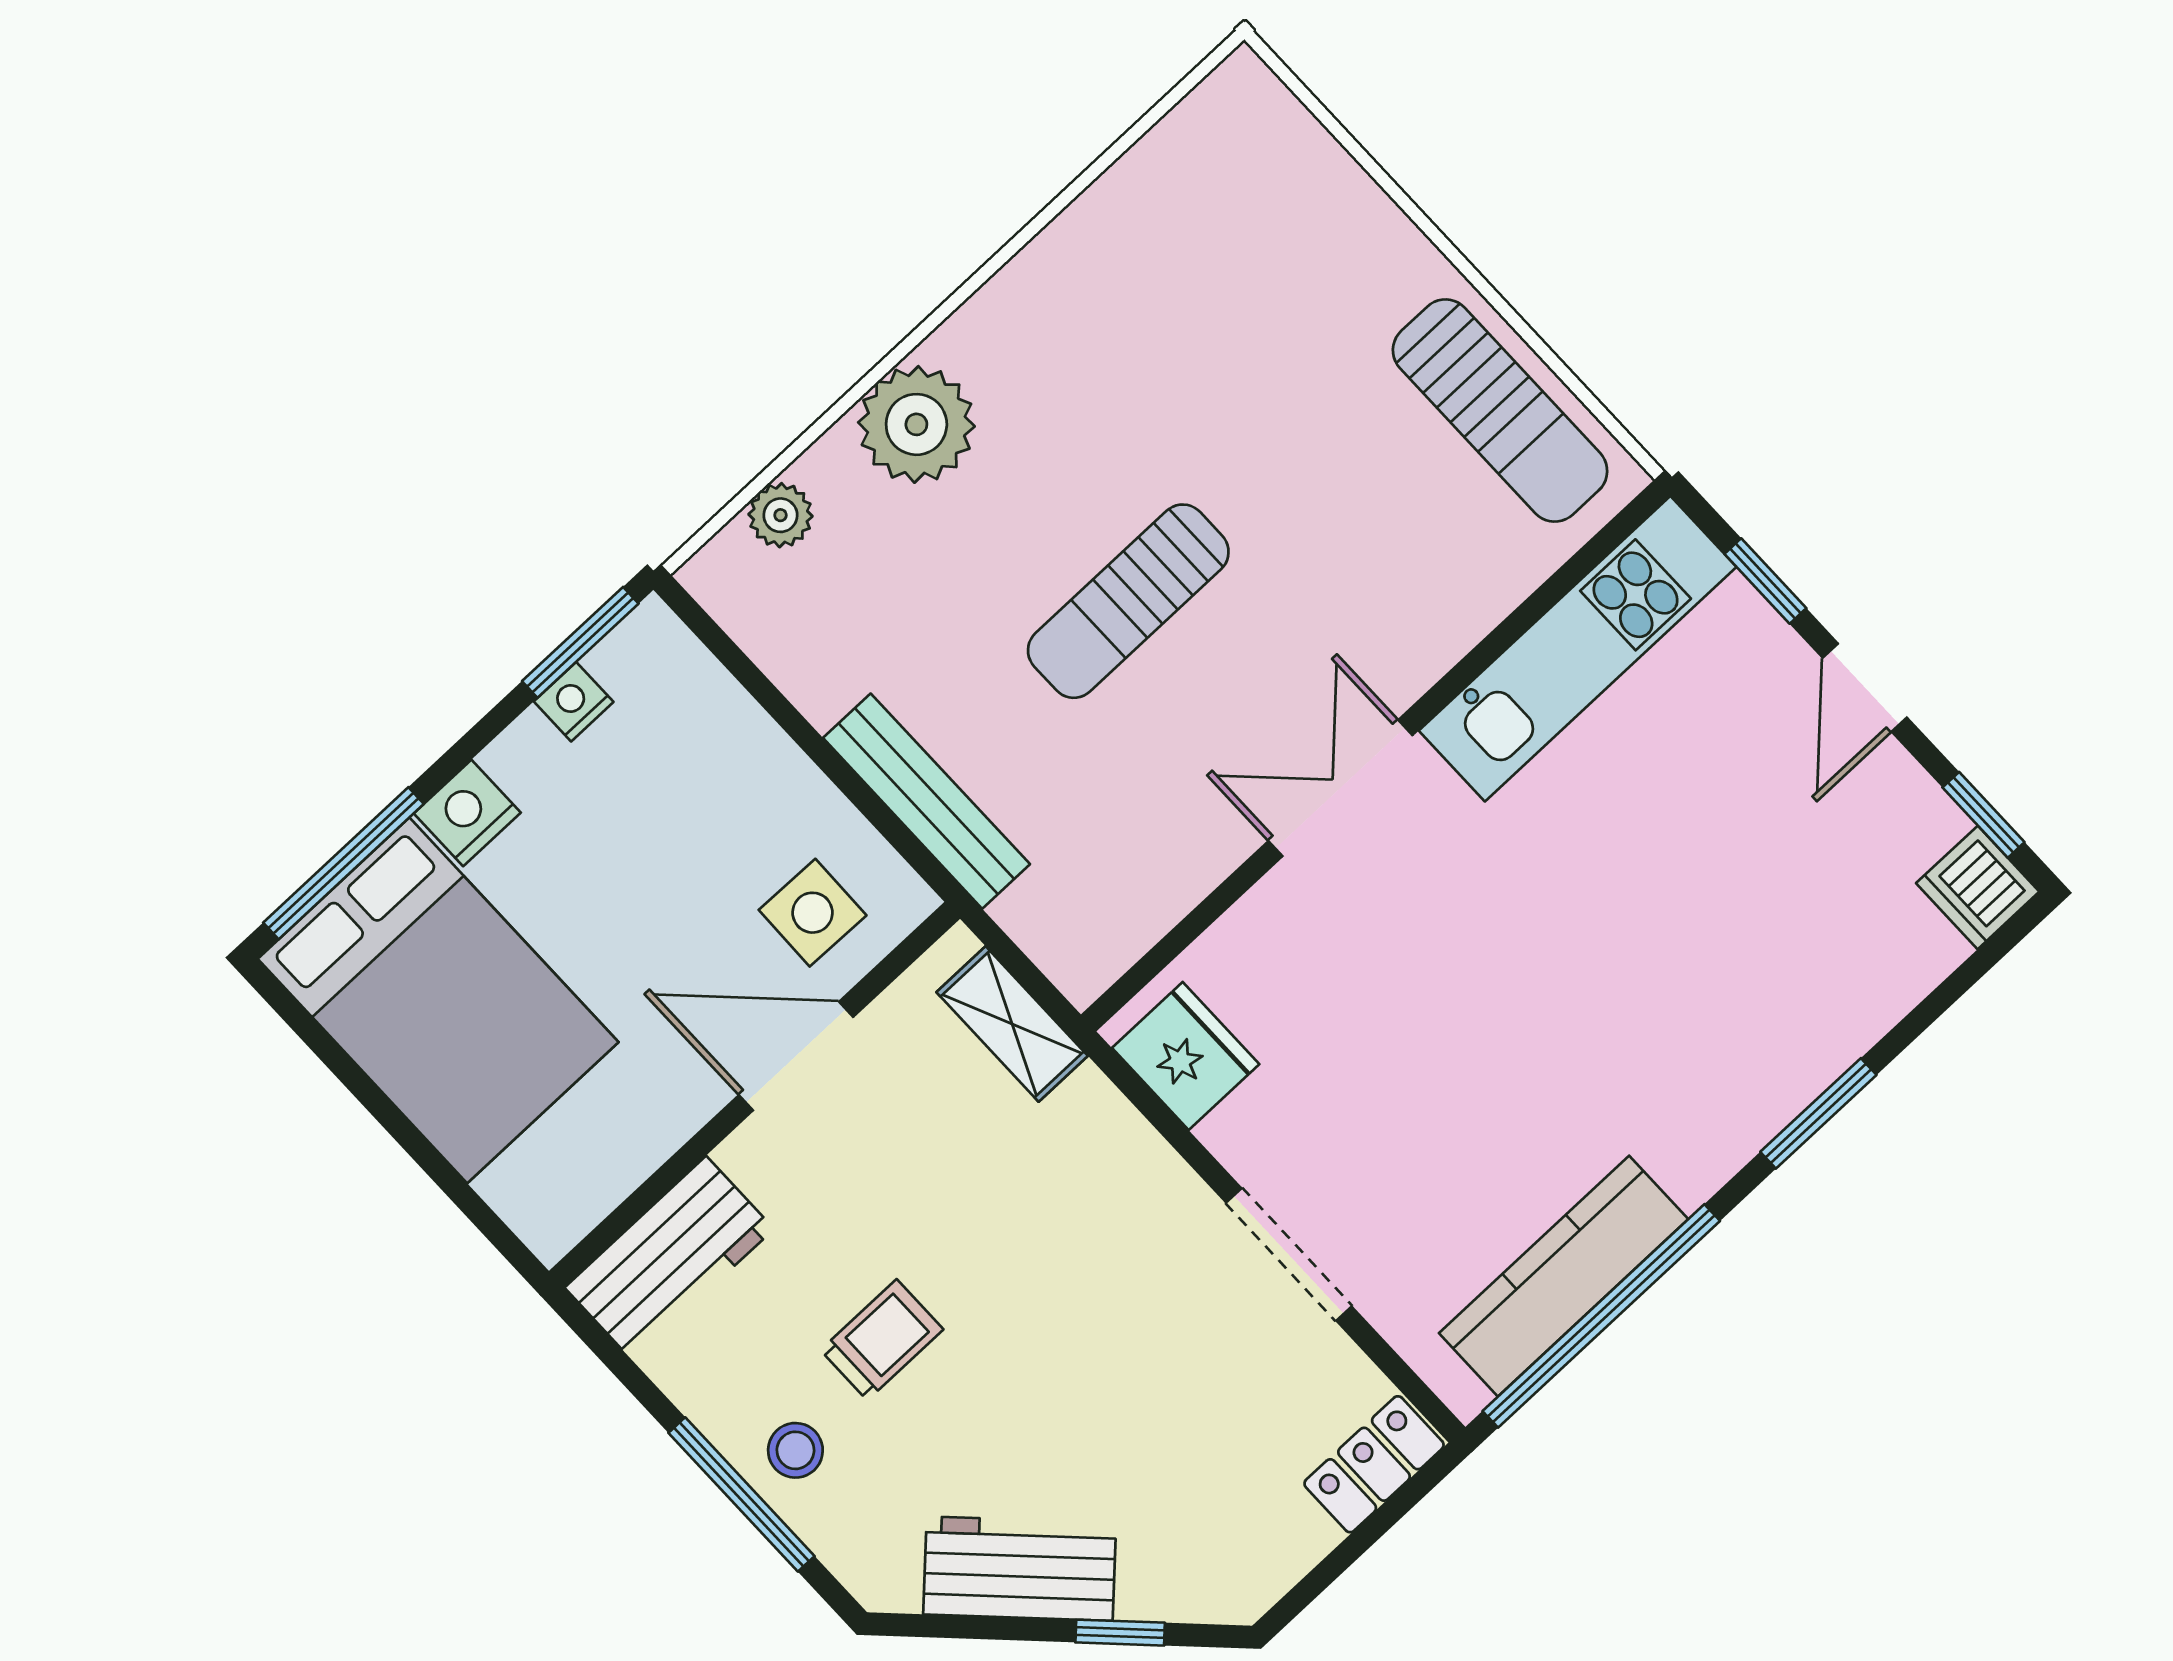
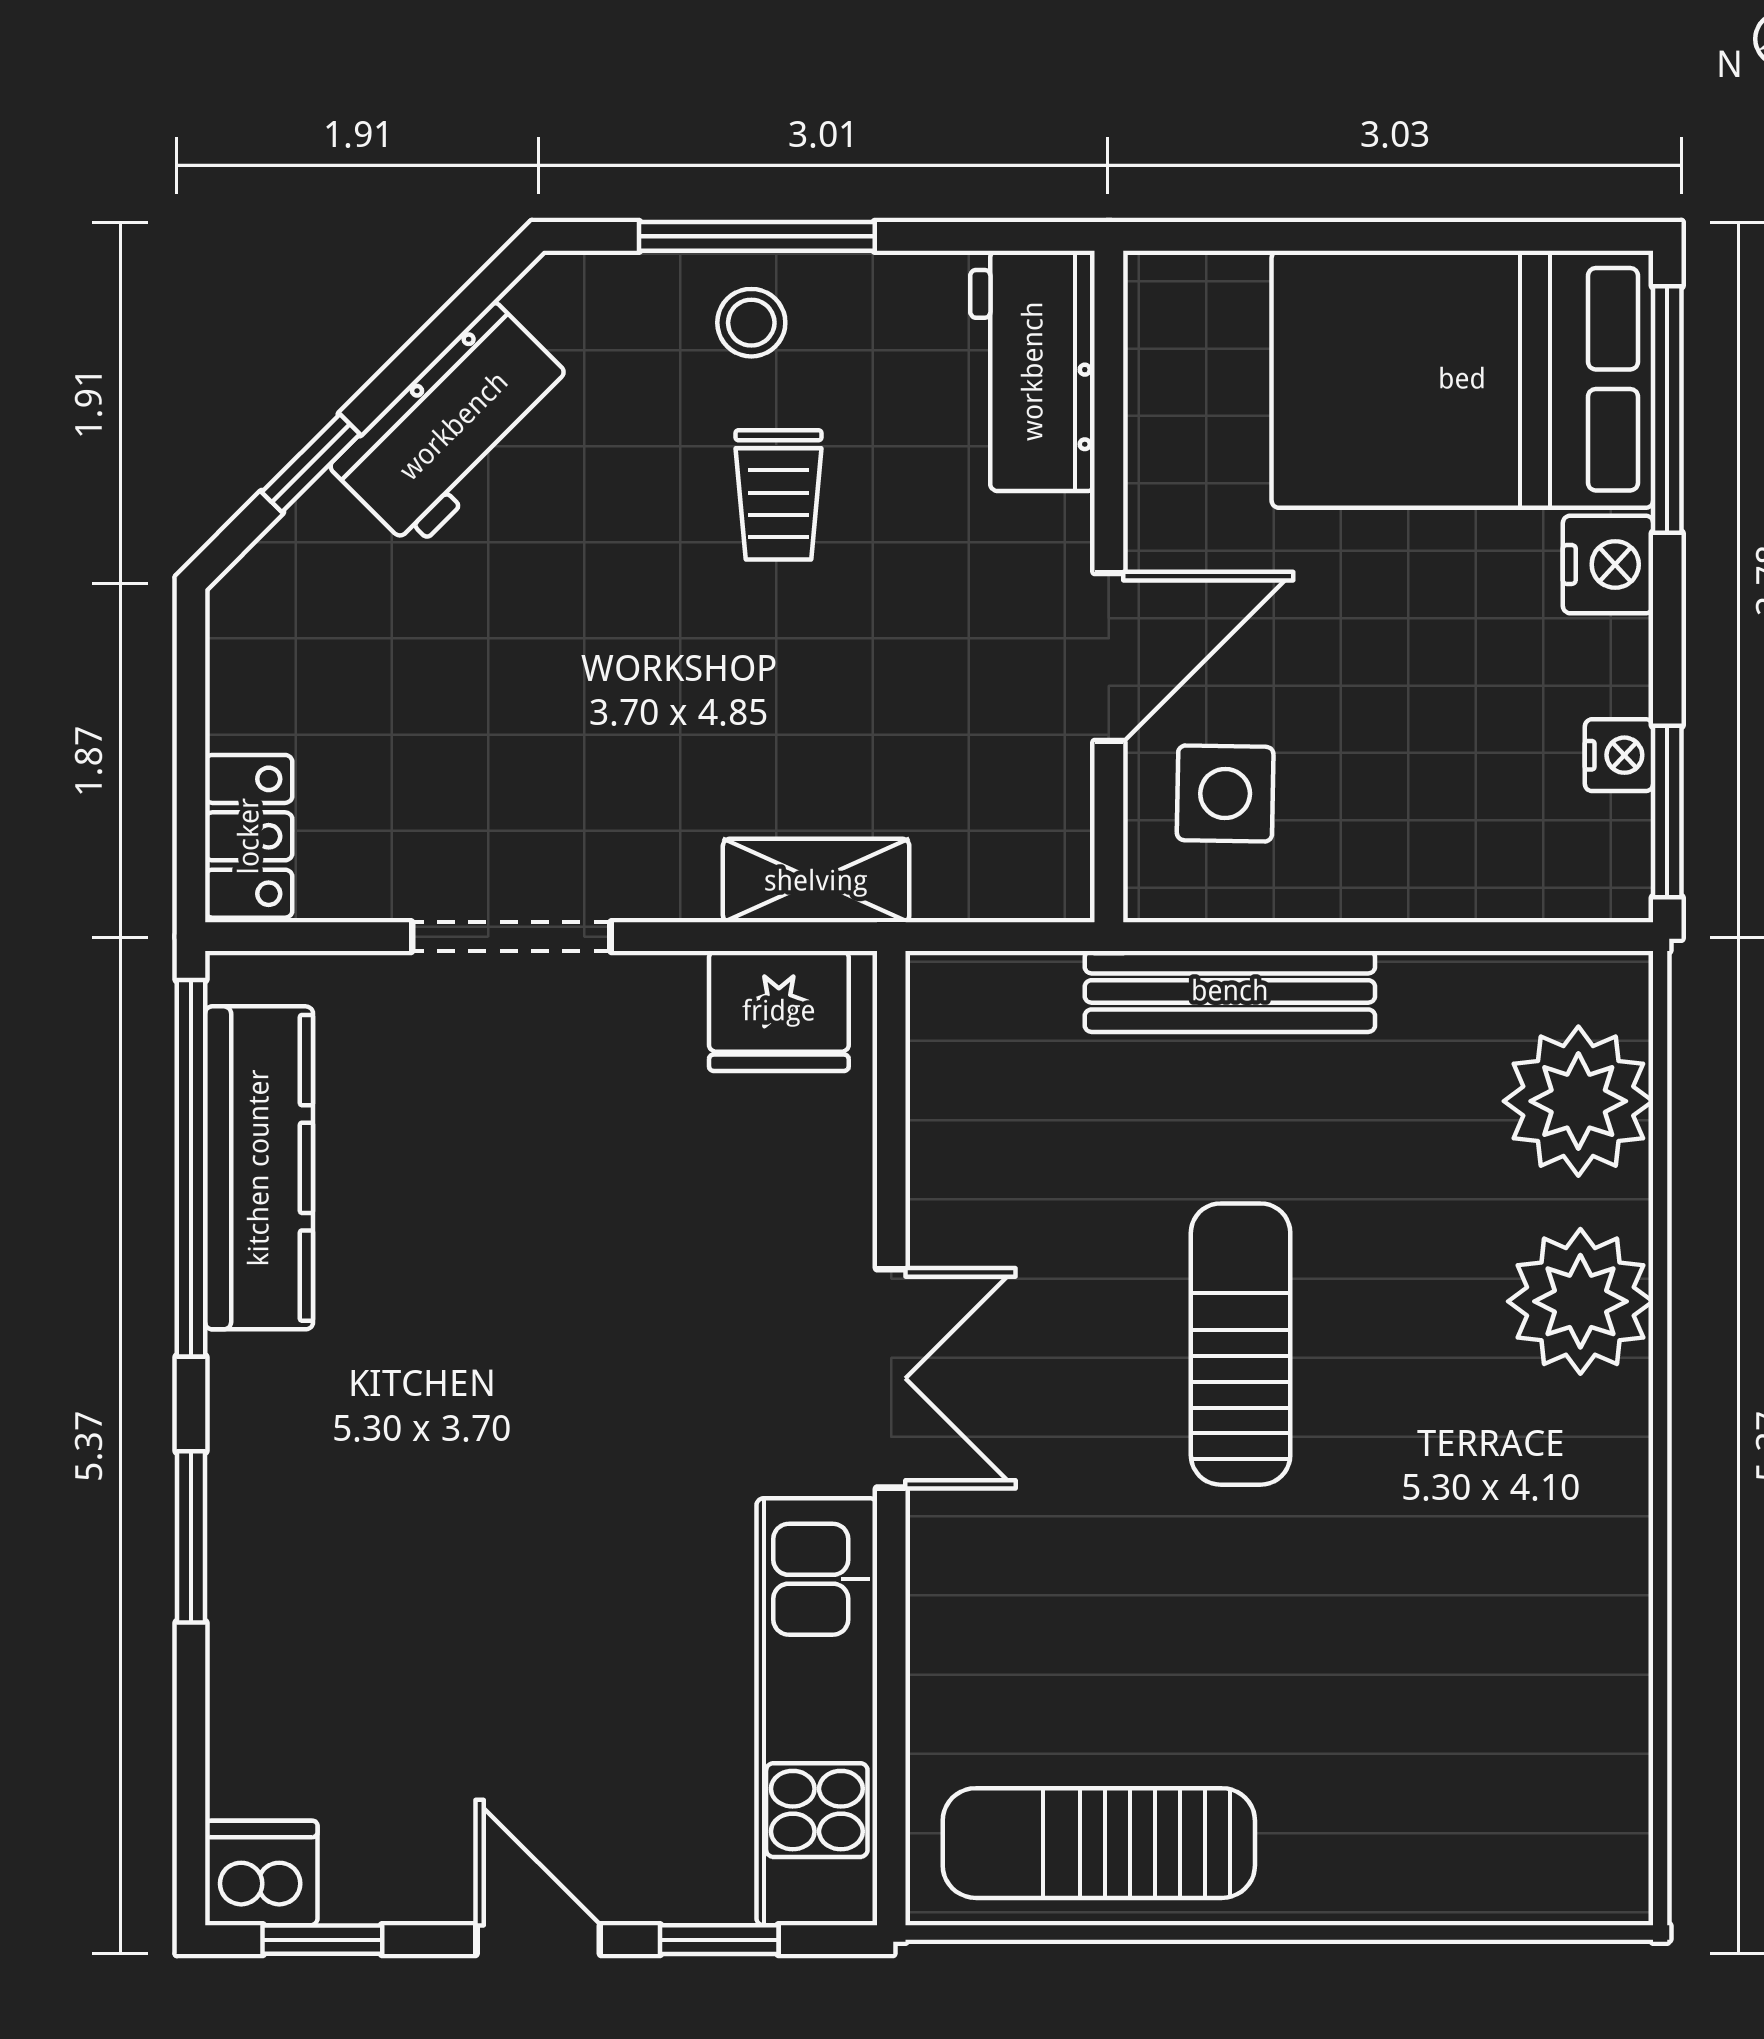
plant: (781, 515) -> (1578, 1101), width x1.87, depth x1.87
shelving: (1012, 1024) -> (816, 881), moved

